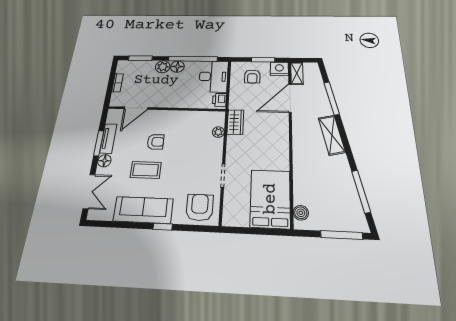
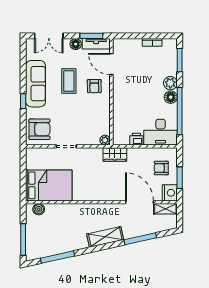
door: (136, 108) -> (111, 64), moved
wall: (166, 109) -> (111, 92), moved

